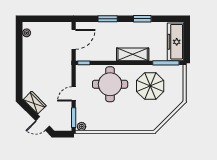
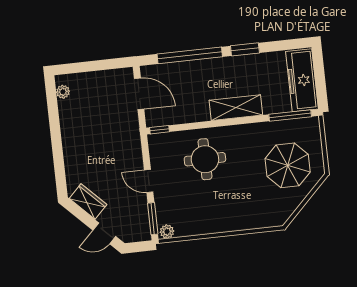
window: (108, 19) -> (190, 55), width x2.11
door: (74, 39) -> (139, 94), hinge flipped
round table: (110, 84) -> (205, 159), width x0.73, depth x0.73
parasol: (150, 86) -> (288, 165), moved
door: (74, 94) -> (149, 181), hinge flipped

